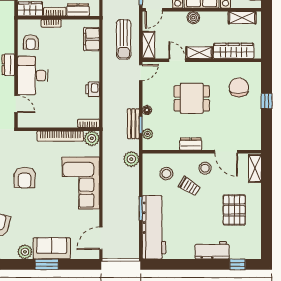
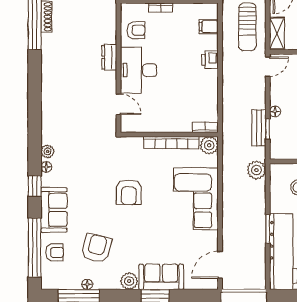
filing cabinet: (91, 39) -> (209, 27), width x0.50
armchair: (31, 42) -> (136, 30), turned -90
printer: (92, 89) -> (210, 60), moved
plant: (147, 134) -> (276, 140), removed

